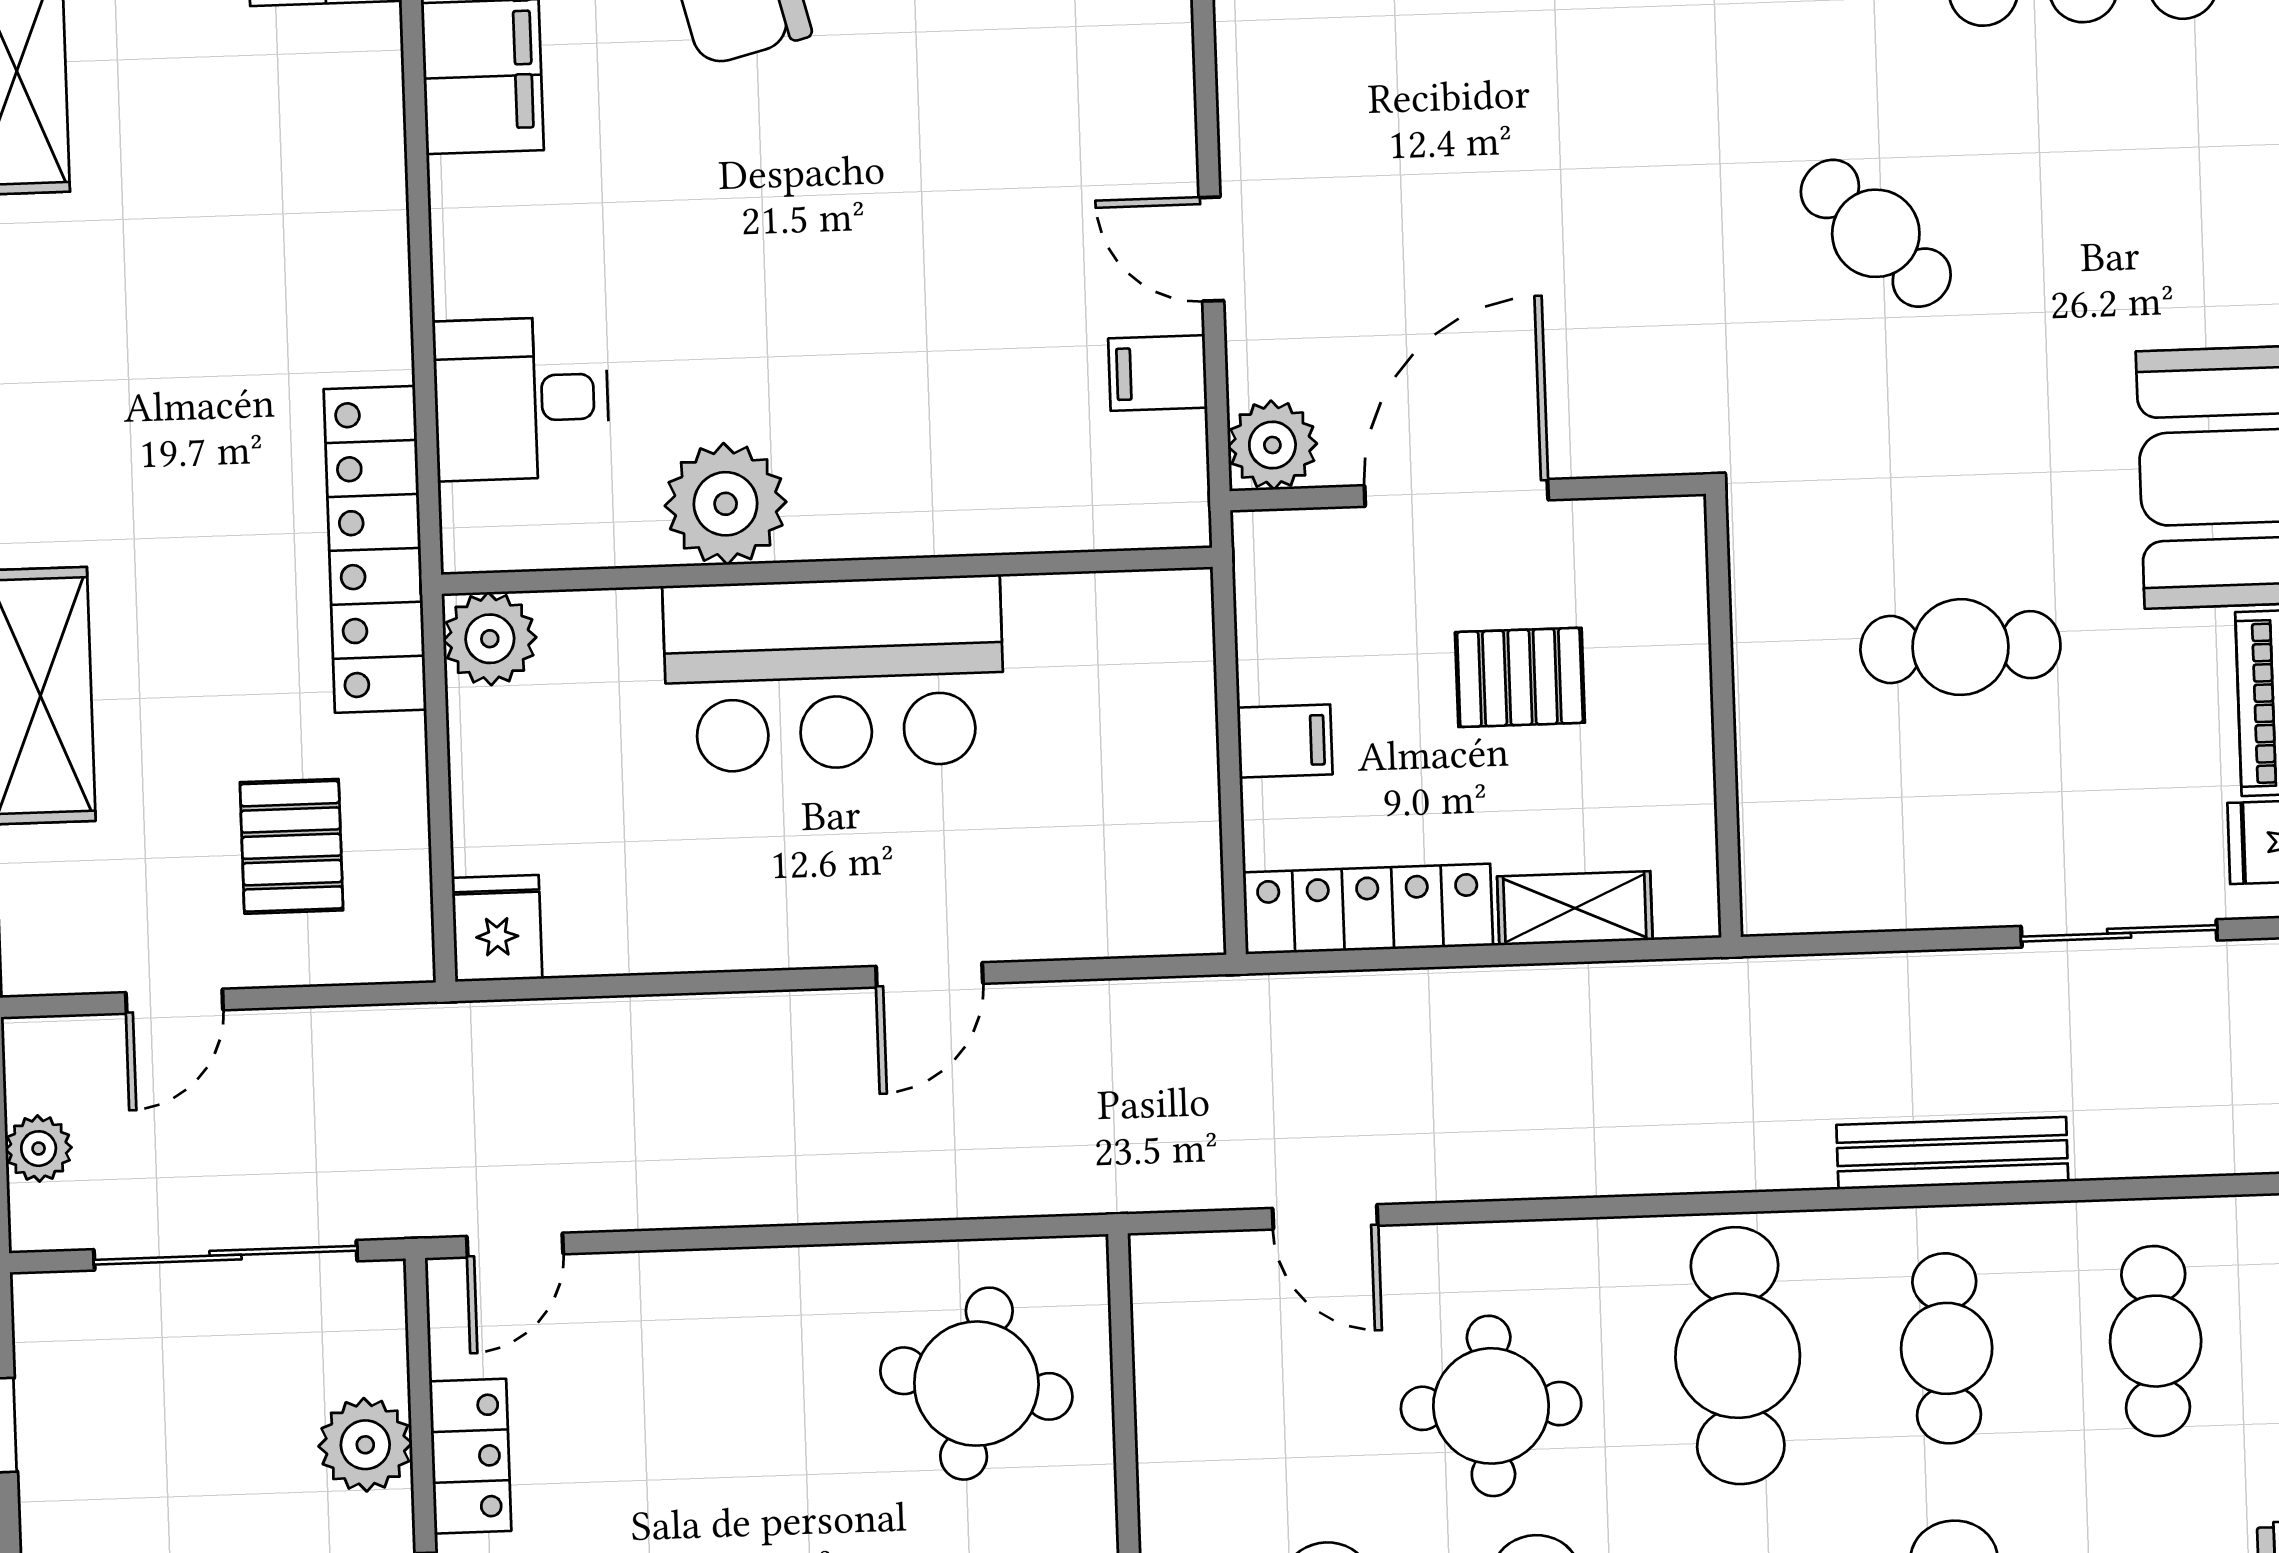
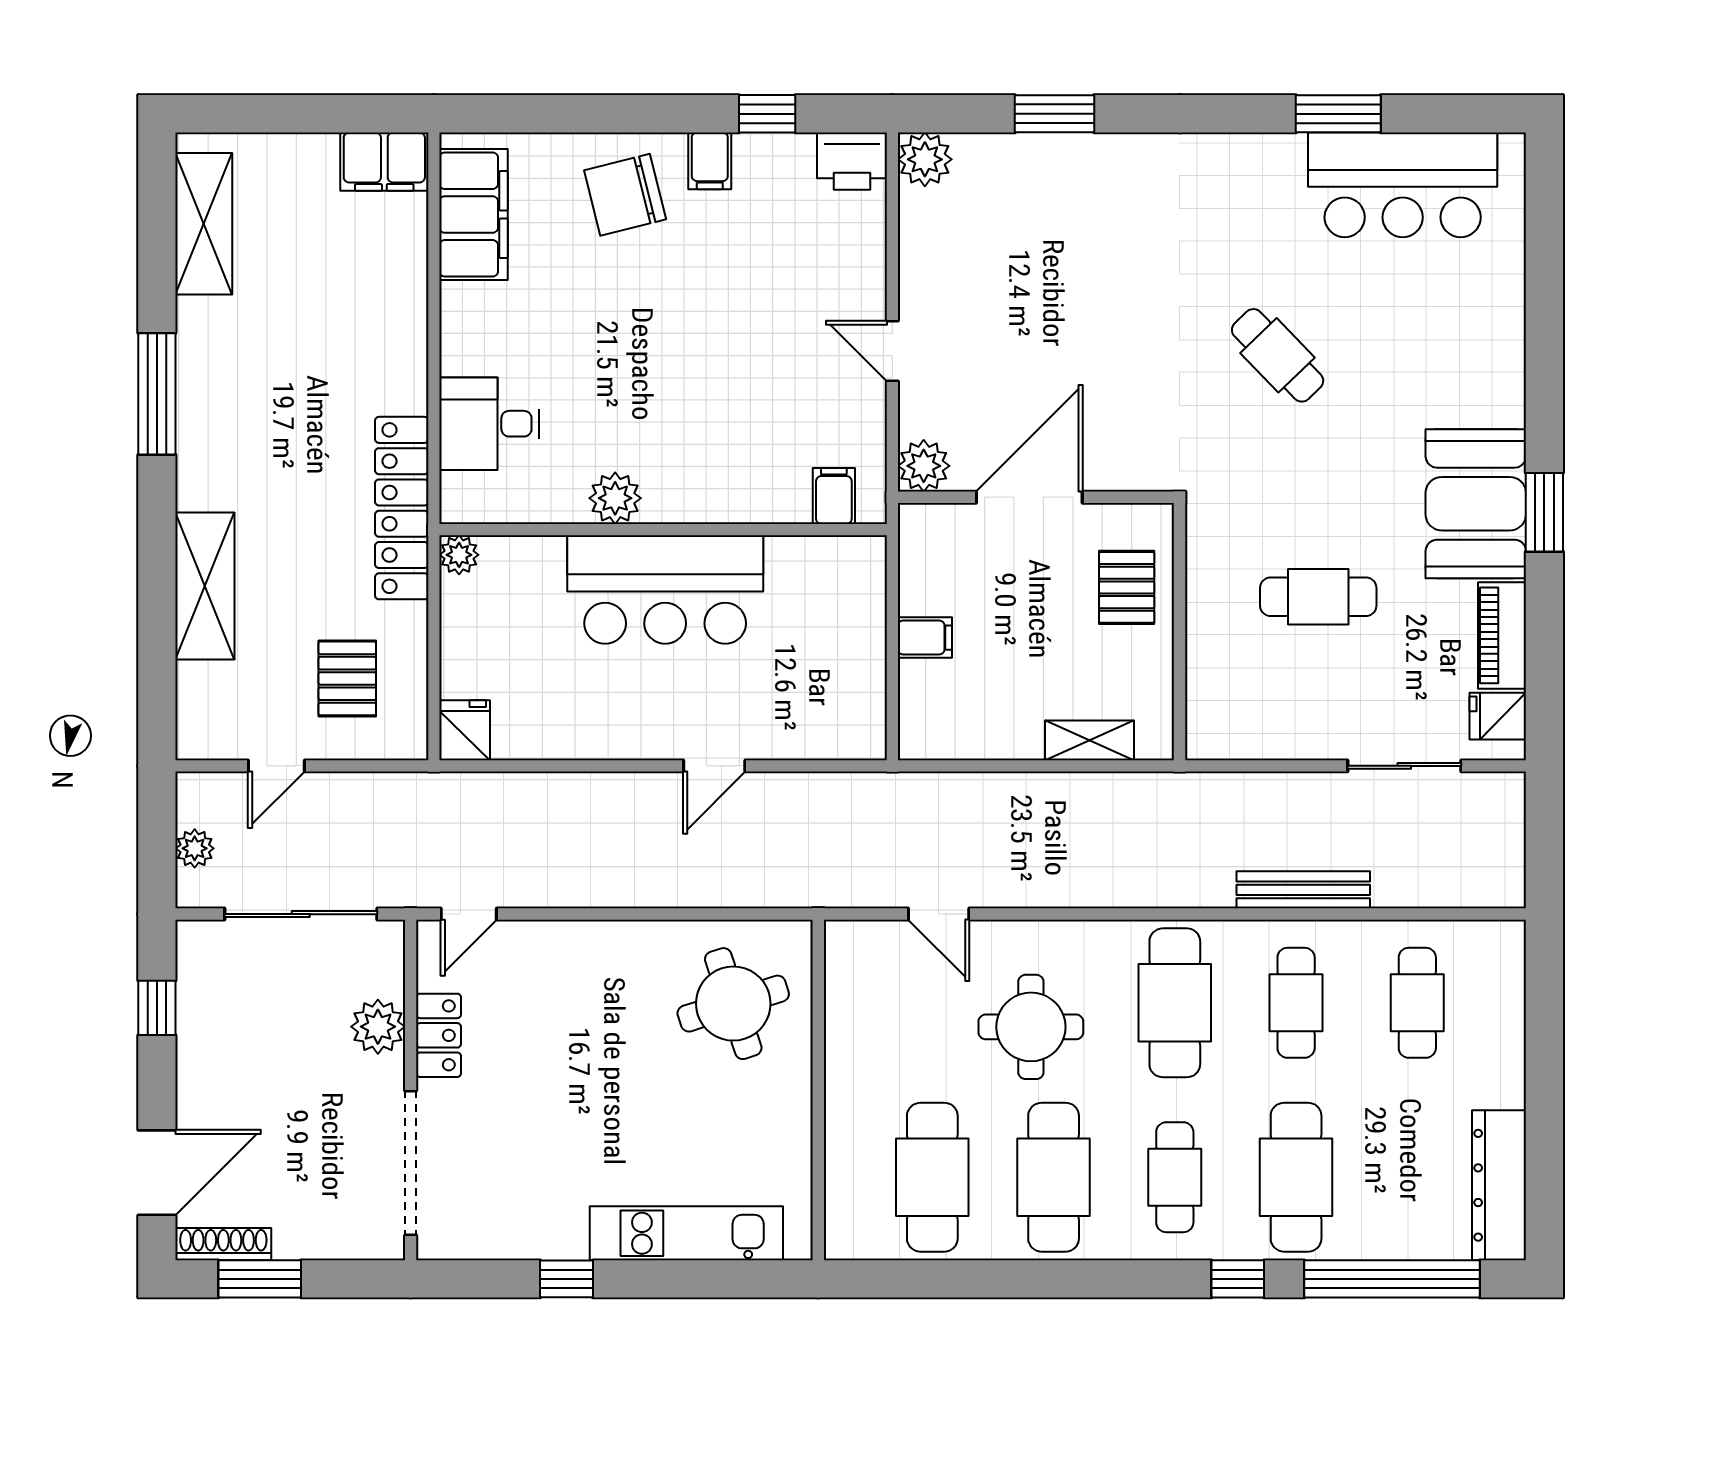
filing cabinet: (1158, 373) -> (834, 496), moved, turned 90
plant: (726, 504) -> (615, 498), width x0.73, depth x0.73
plant: (490, 639) -> (459, 555), width x0.73, depth x0.73
pallet: (1520, 677) -> (1127, 587), moved, turned 90
locker: (1368, 909) -> (970, 737), removed
round table: (976, 1384) -> (733, 1004), turned -30

